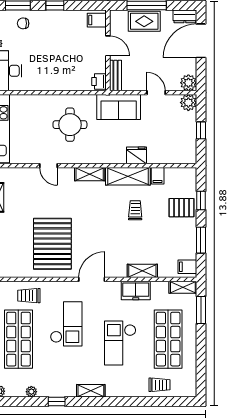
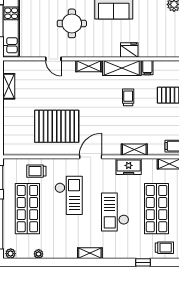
pallet: (52, 244) -> (57, 126), turned 90
trolley: (160, 385) -> (164, 248), moved
window: (57, 402) -> (143, 262), moved

